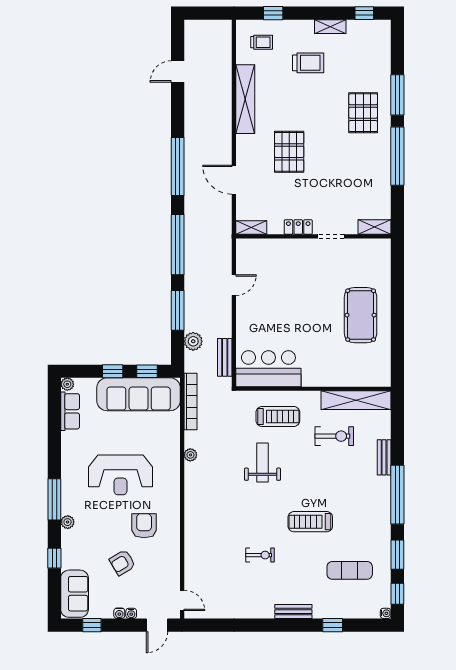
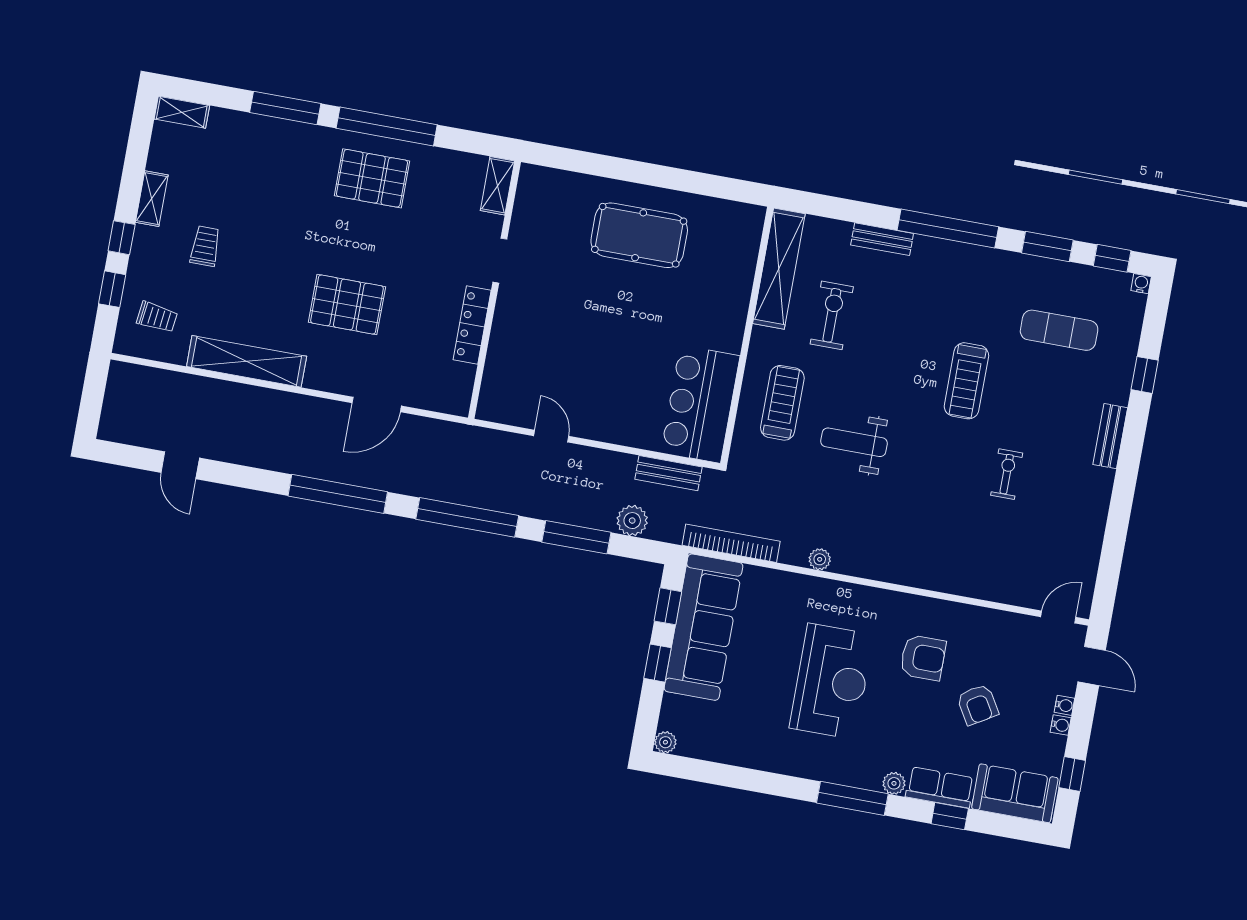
window: (364, 13) -> (122, 238), moved
trolley: (262, 42) -> (157, 317), turned 97
trolley: (308, 63) -> (205, 246), width x0.73, depth x0.72
pallet: (363, 113) -> (372, 178), moved
locker: (298, 227) -> (472, 325), width x1.53
shelving: (251, 228) -> (182, 112), moved, turned 90
row of seats: (70, 411) -> (940, 787), moved
armchair: (144, 526) -> (923, 658), turned 180
exercise mat: (350, 570) -> (1059, 330), turned 90

